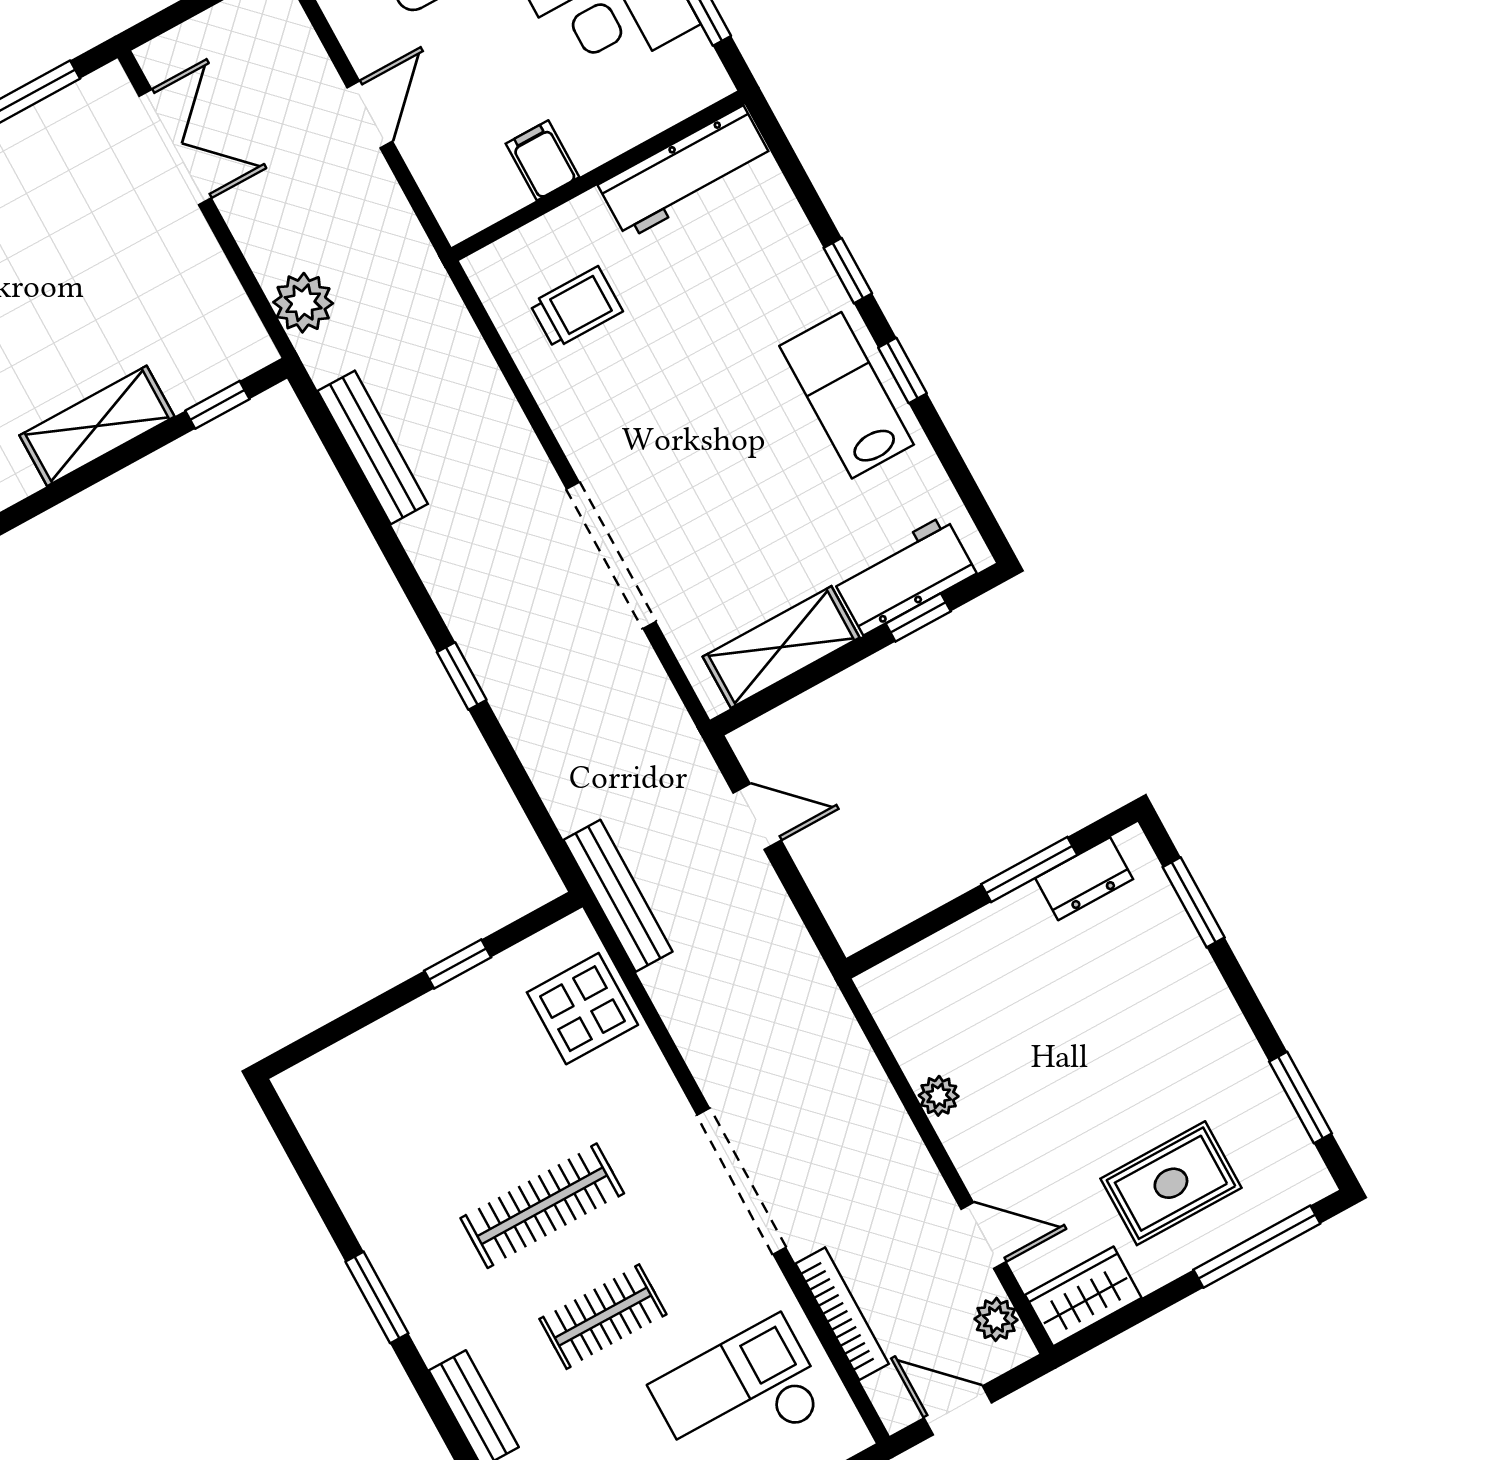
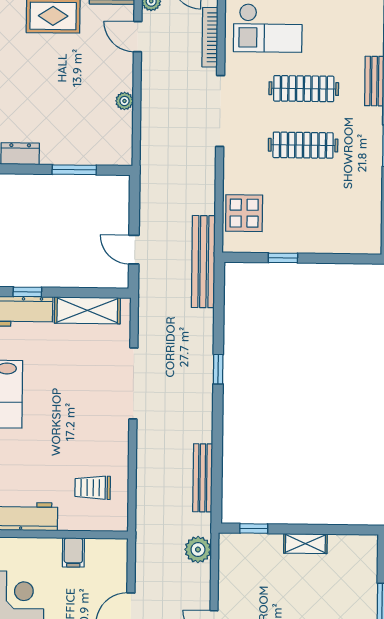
shelving: (97, 426) -> (305, 544), width x0.67, depth x0.75
window: (1029, 869) -> (74, 170), moved
bench: (618, 896) -> (203, 262), width x1.37, depth x1.21
clothes rail: (603, 1317) -> (304, 89), width x1.36

